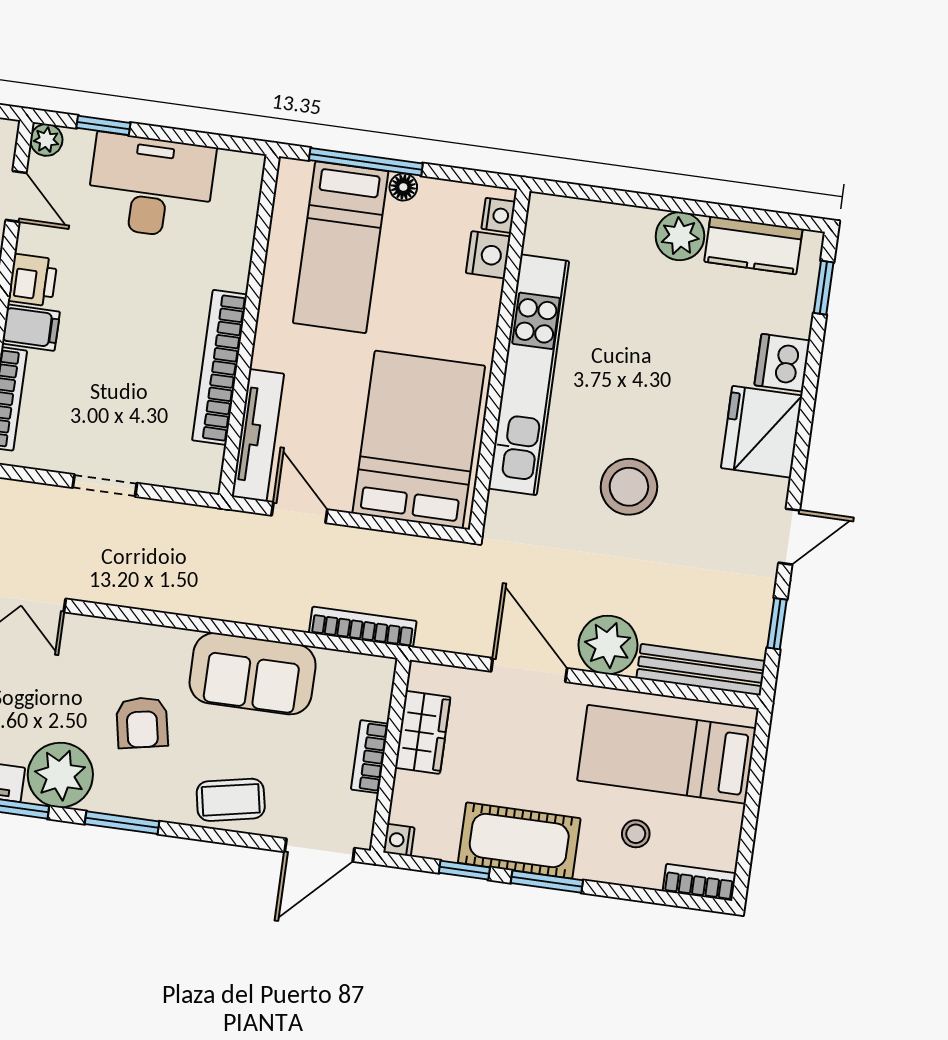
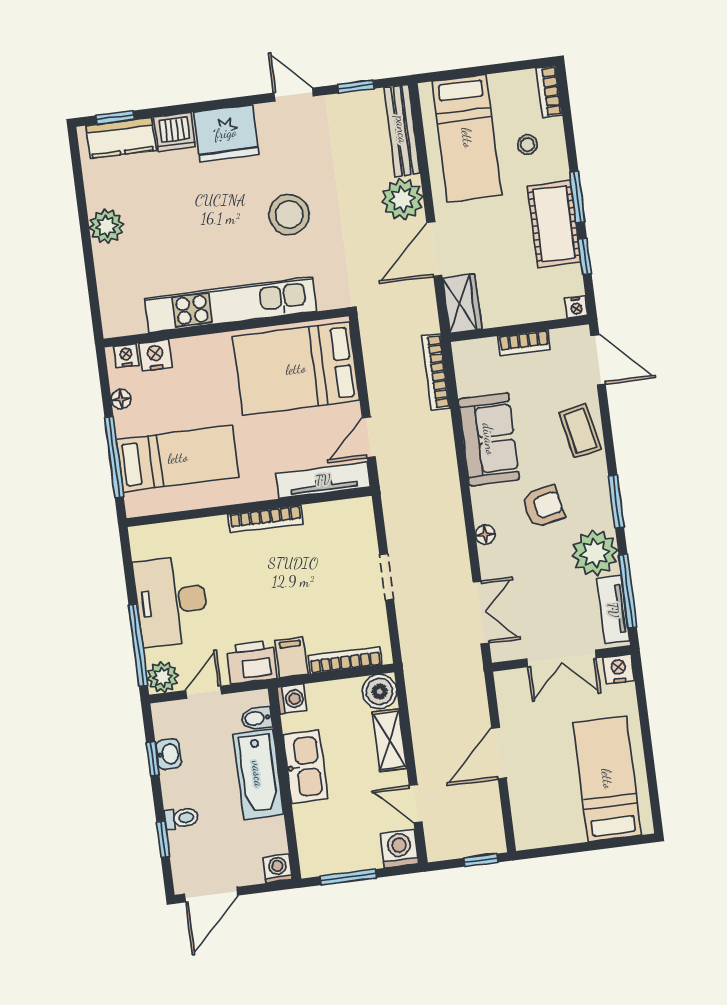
window: (103, 125) -> (138, 645), width x2.17
plant: (46, 140) -> (163, 677), width x1.38, depth x1.38
floor lamp: (403, 187) -> (121, 399), moved
kitchen counter: (753, 245) -> (121, 138), moved, turned 90
printer: (33, 280) -> (252, 662), width x1.36, depth x1.24
bookcase: (220, 367) -> (266, 519), width x0.68, depth x0.76
floor lamp: (125, 634) -> (485, 535), added
wardrobe: (423, 732) -> (462, 304), moved, turned 90

